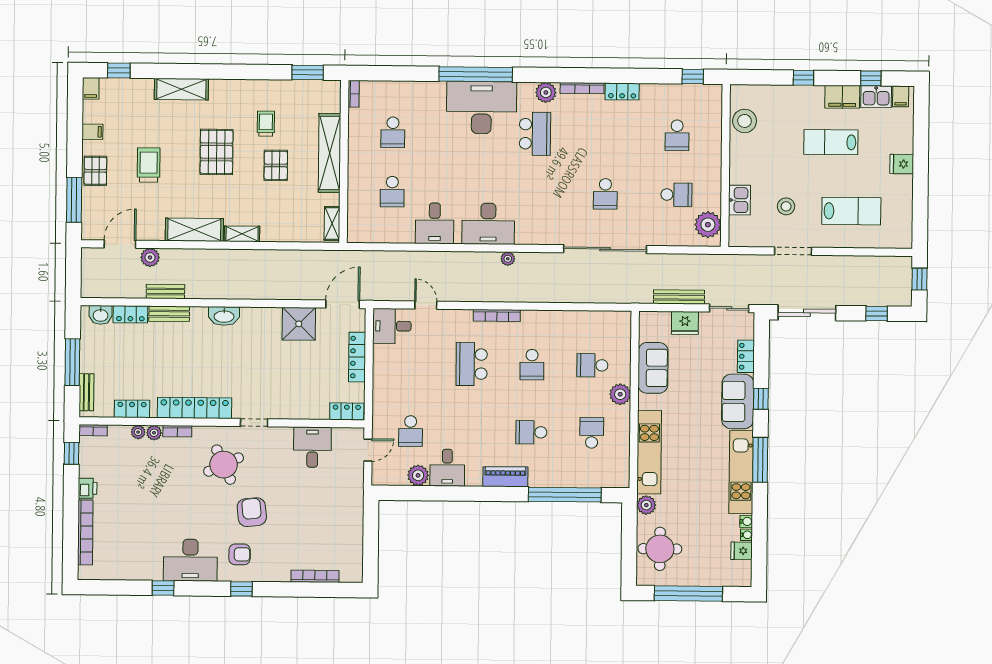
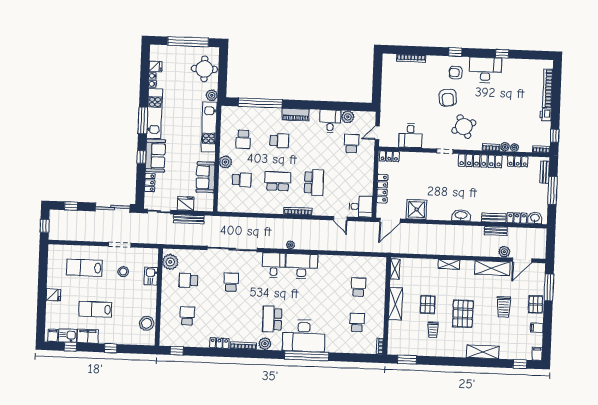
lab bench: (831, 142) -> (95, 309), turned 180
shelving: (330, 153) -> (396, 304), width x0.68
desk: (435, 223) -> (274, 265), moved
shelving: (194, 230) -> (492, 268), moved
school desk: (532, 365) -> (278, 181), width x1.85

